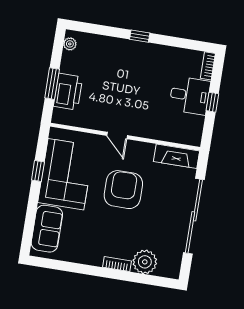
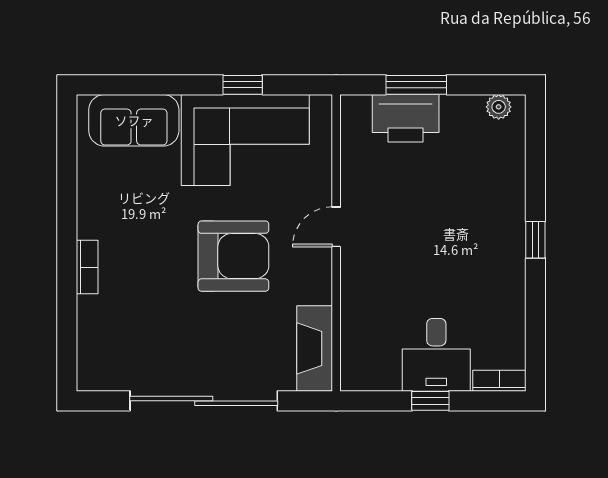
plant: (145, 262) -> (100, 320), removed

